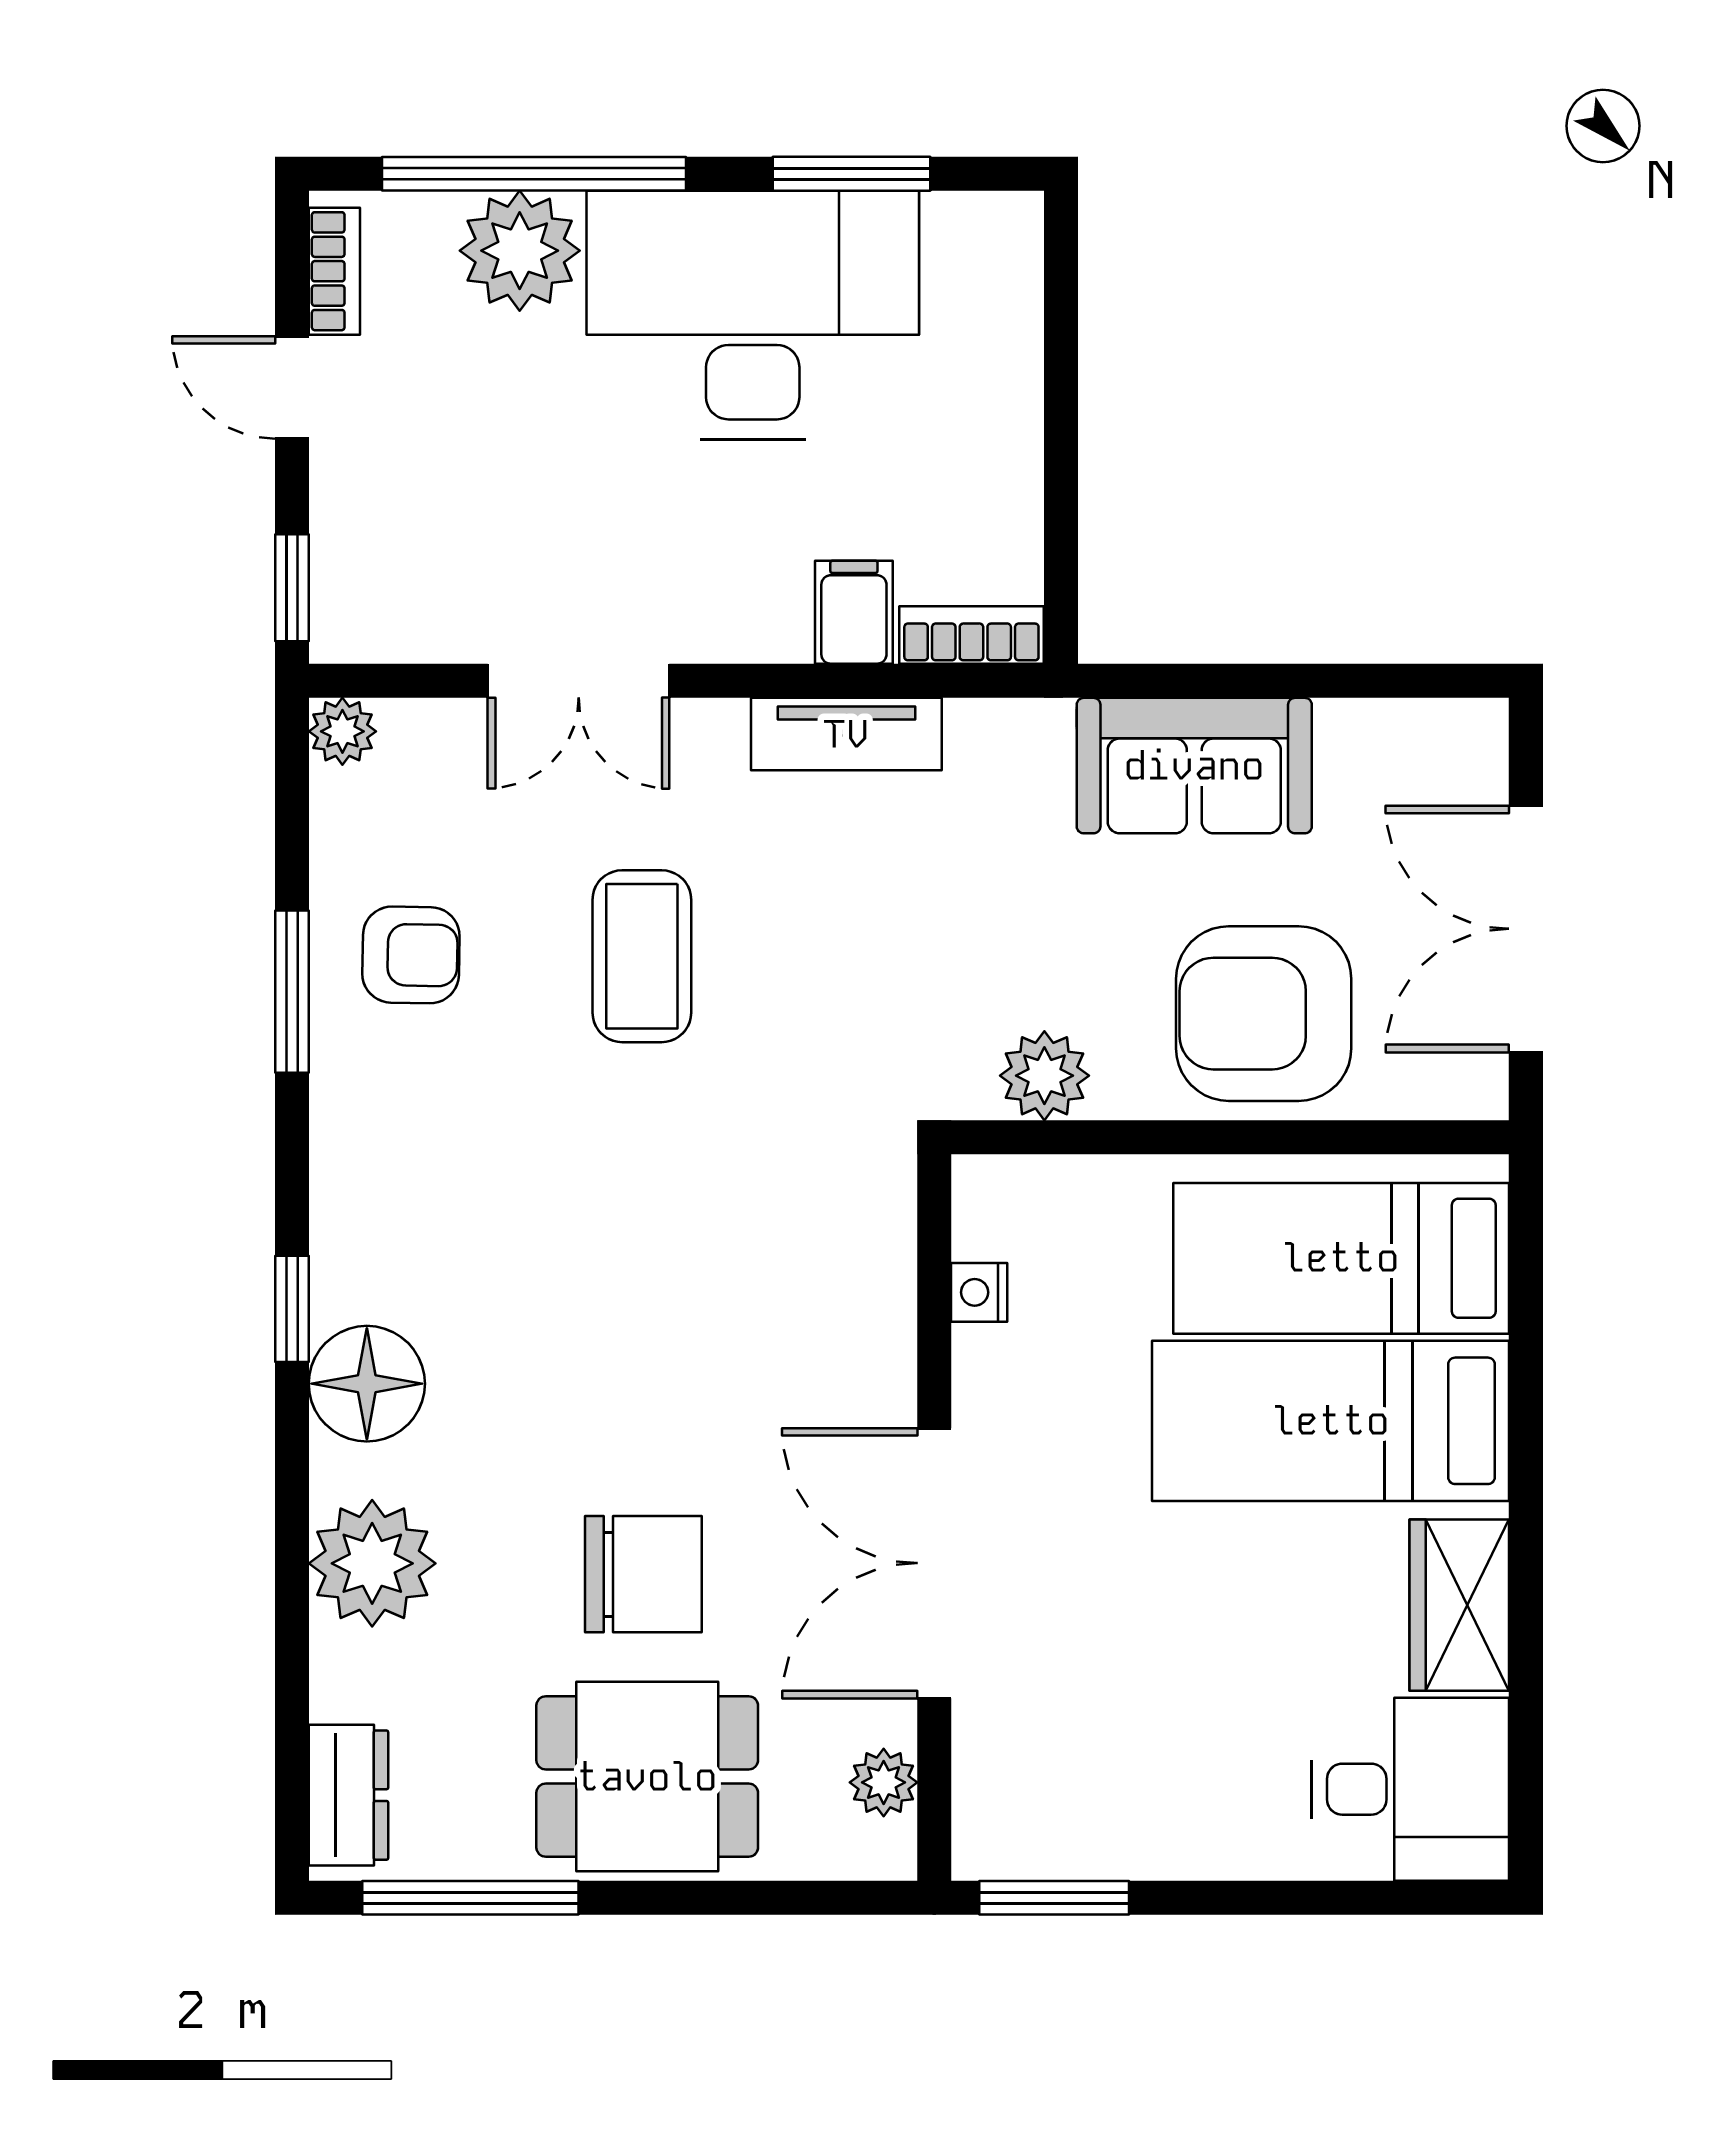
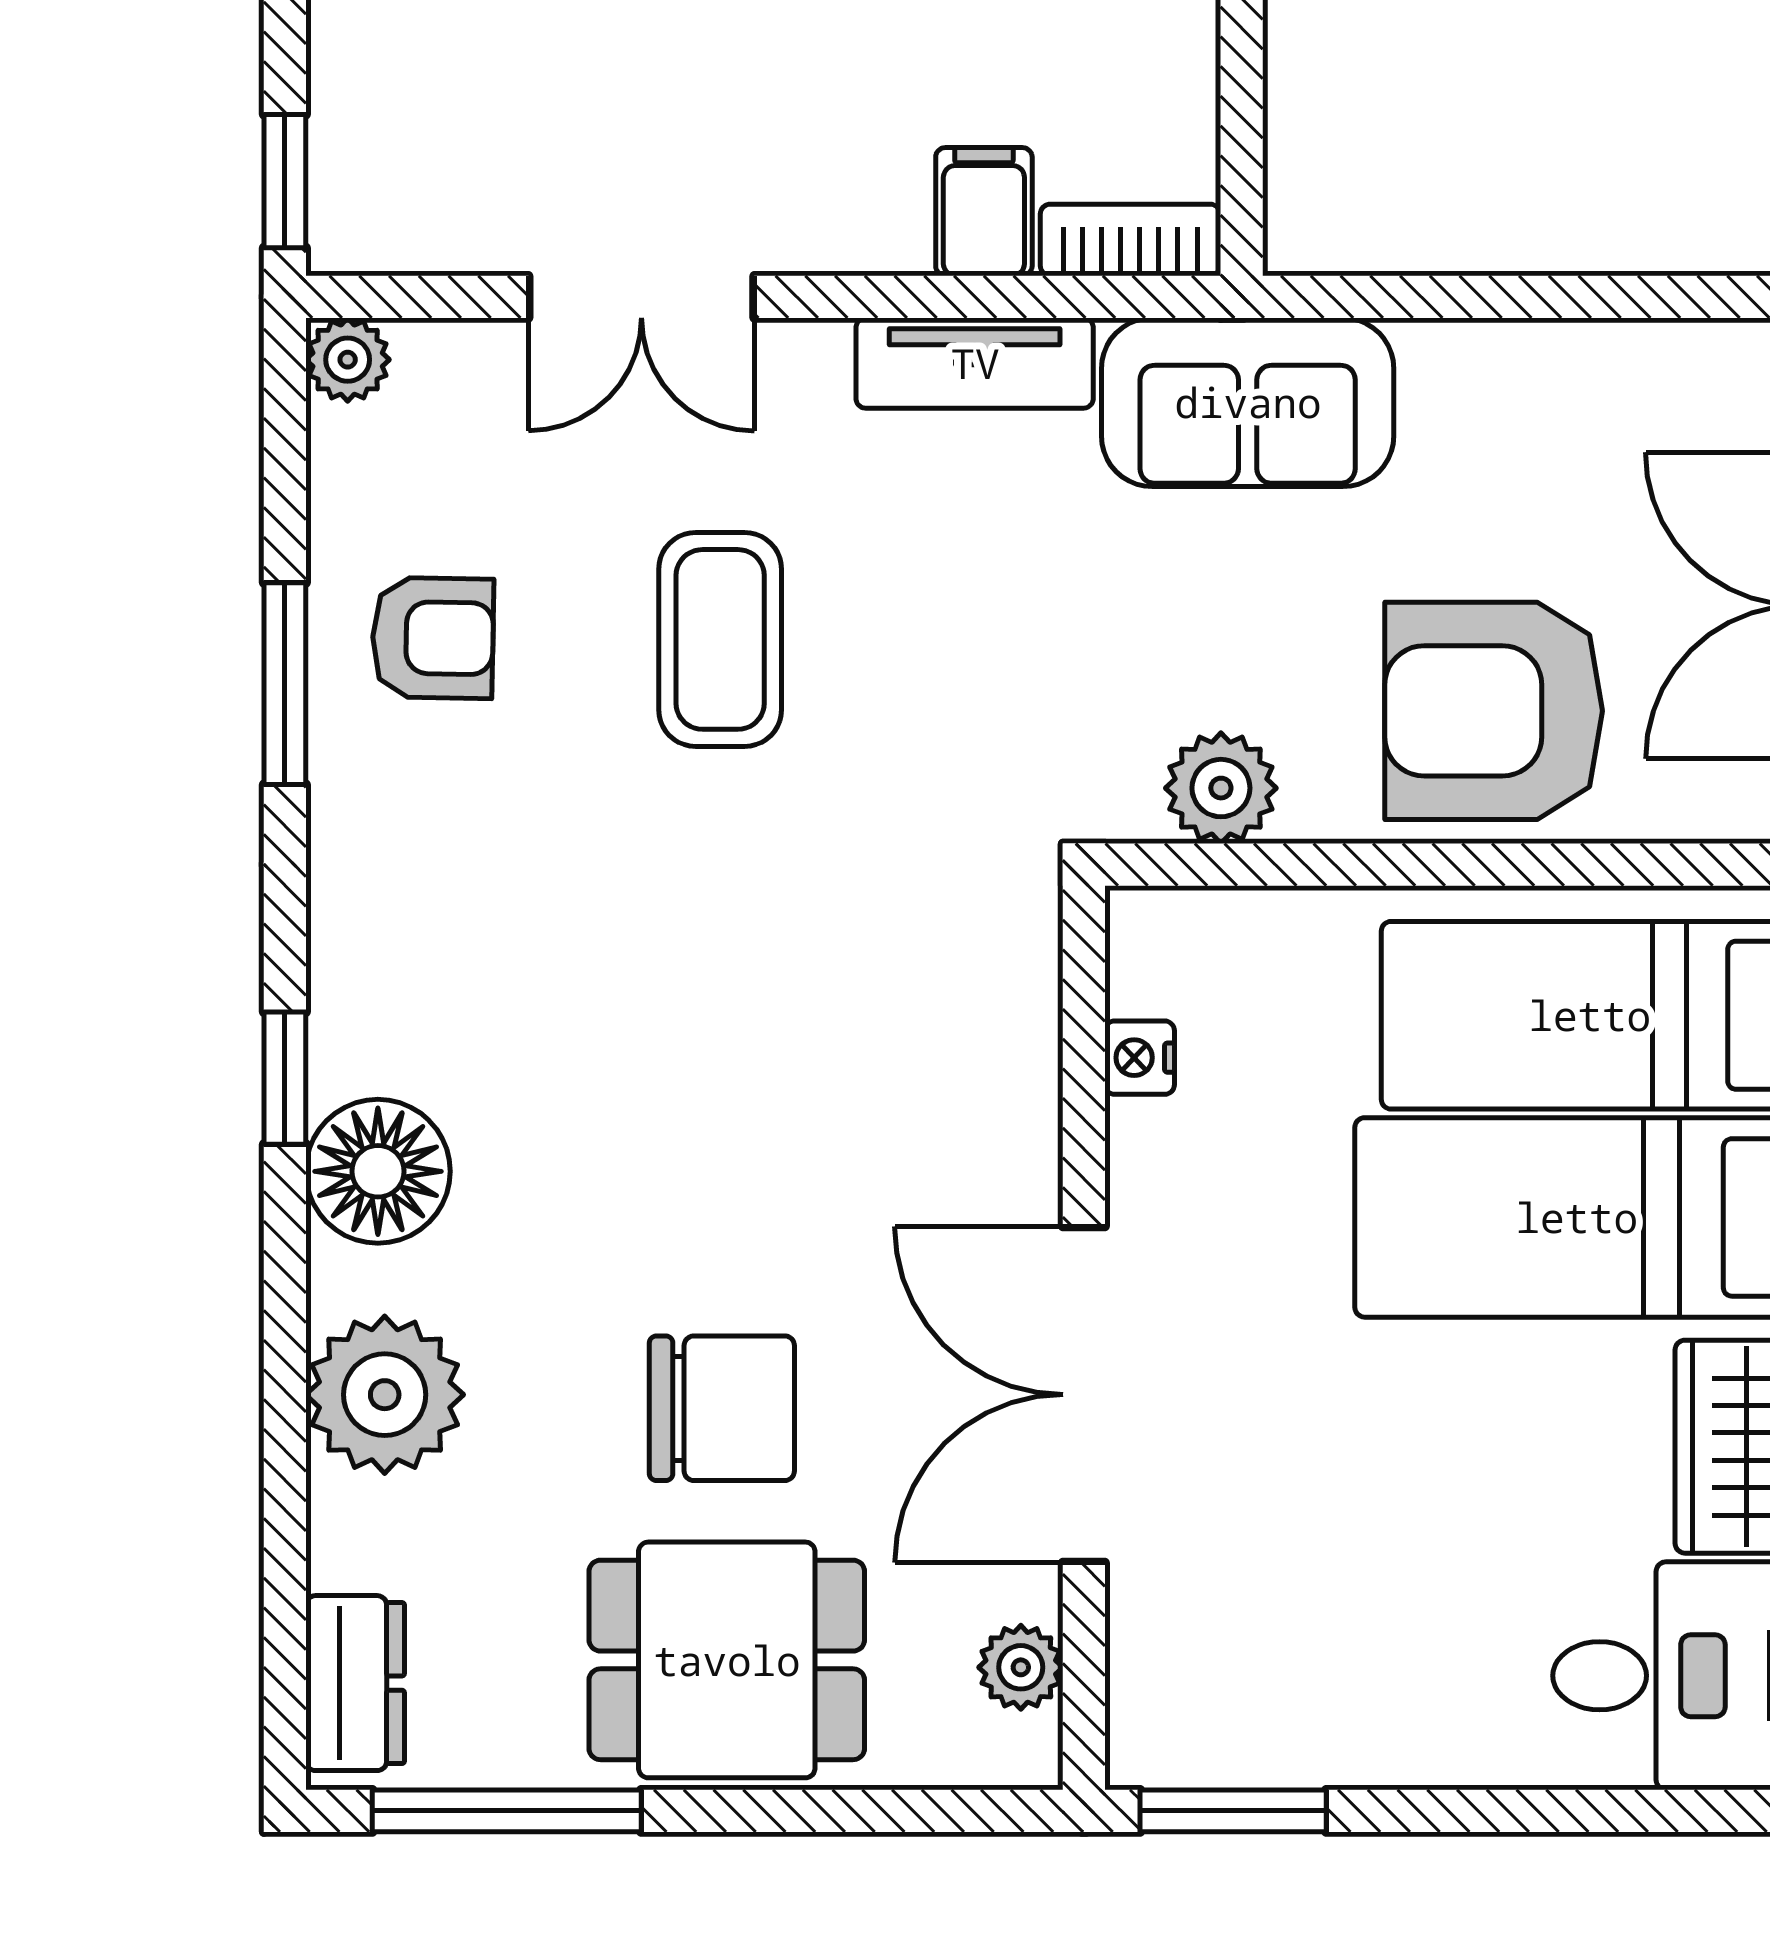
sofa: (1194, 766) -> (1248, 402), moved

